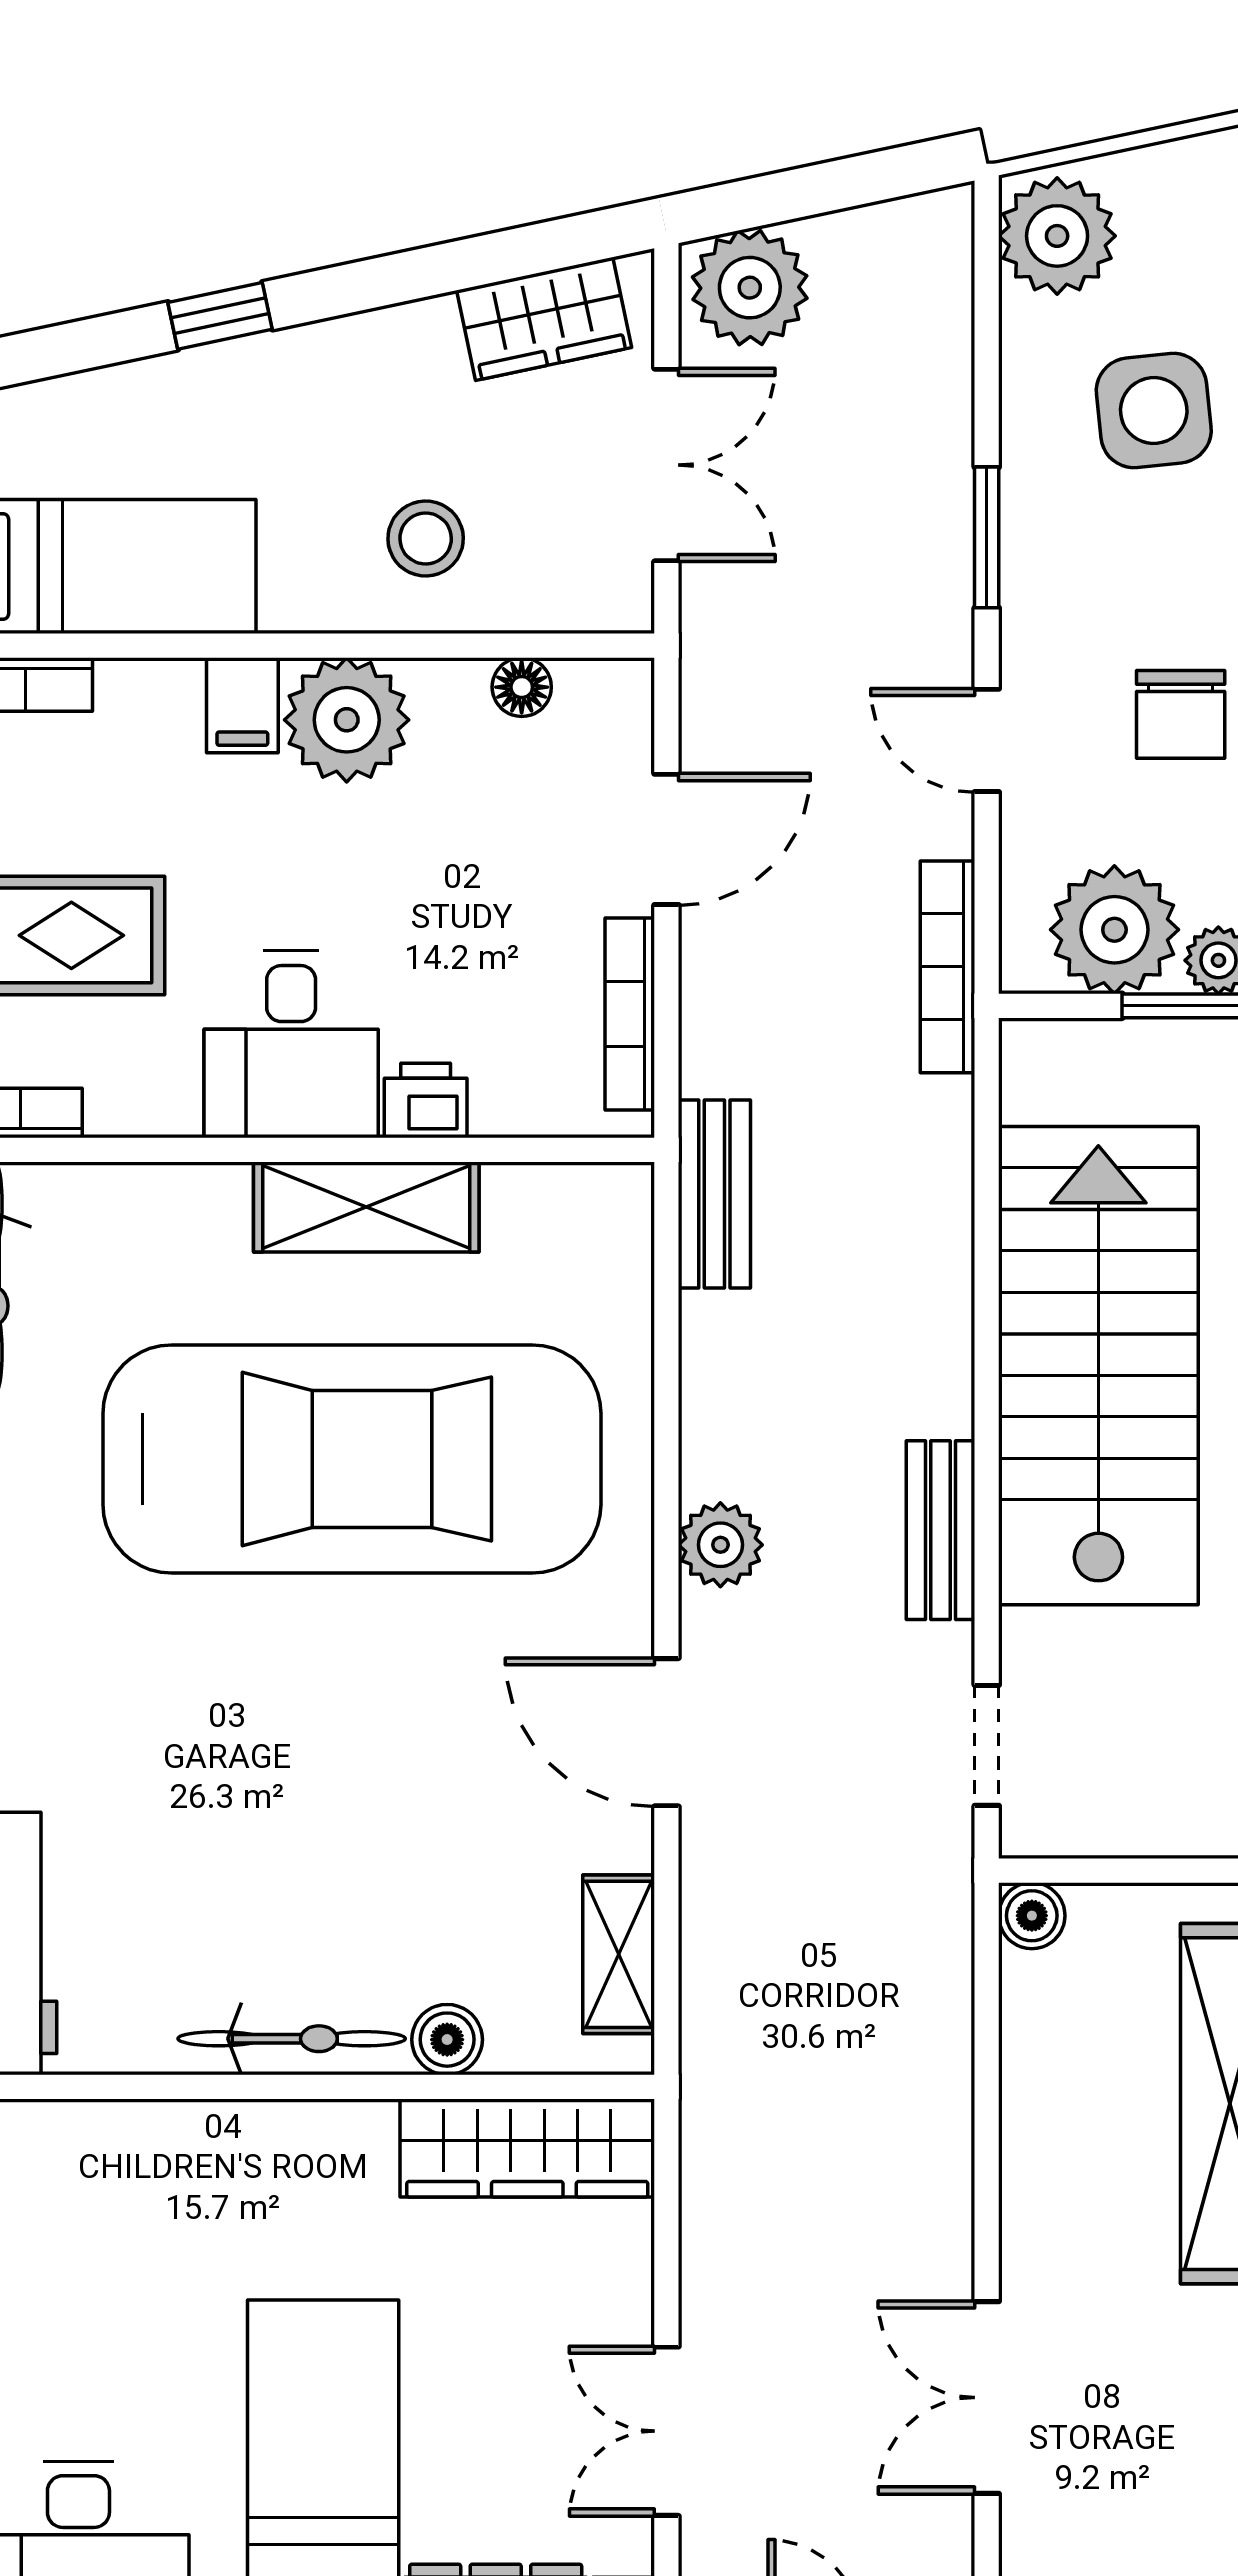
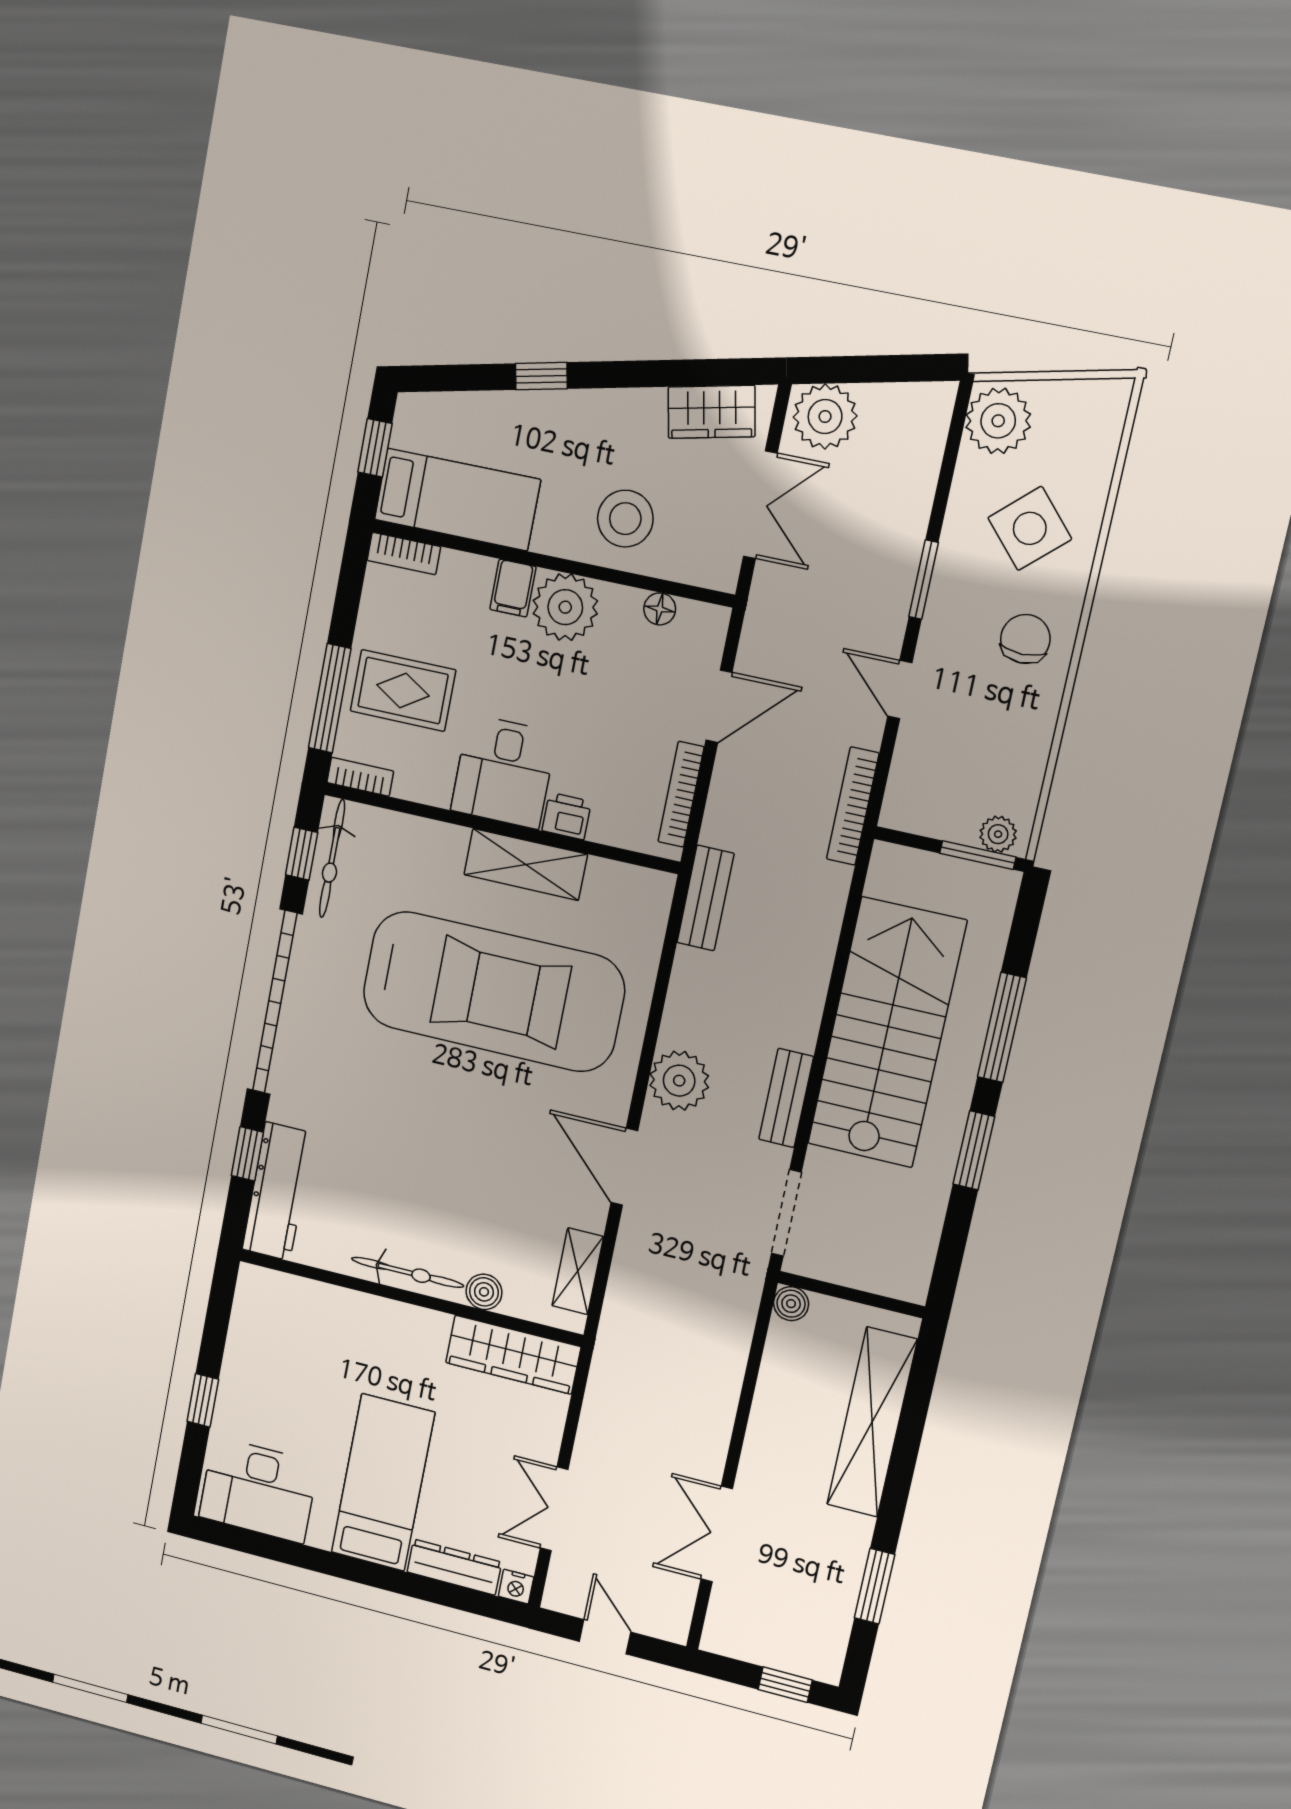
side table: (1154, 411) -> (1030, 528), turned -36
stool: (426, 538) -> (625, 519), width x1.38, depth x1.38
chair: (1181, 714) -> (1025, 639), moved, turned 180
plant: (1114, 930) -> (946, 806), removed
plant: (720, 1545) -> (679, 1081), width x1.36, depth x1.36
doorway: (987, 1745) -> (786, 1213), width x1.38

